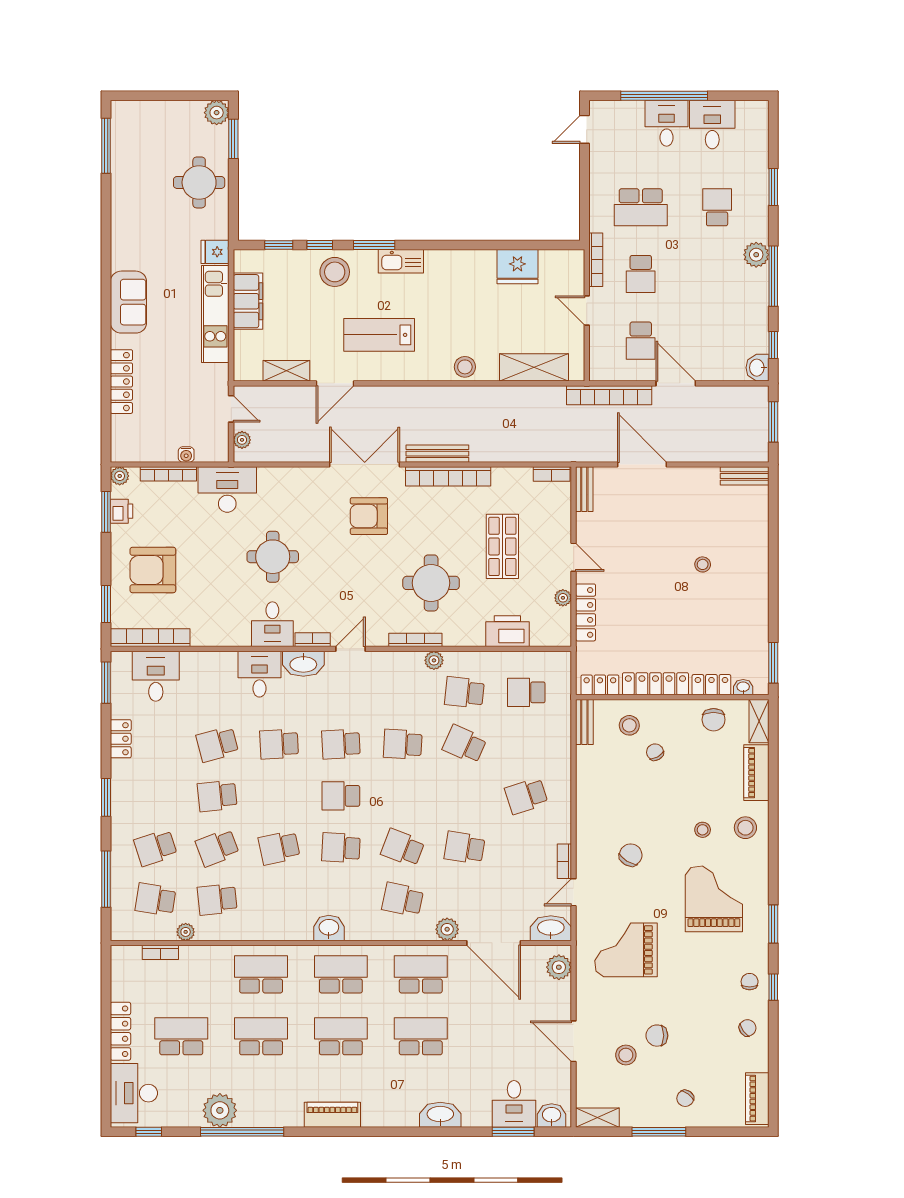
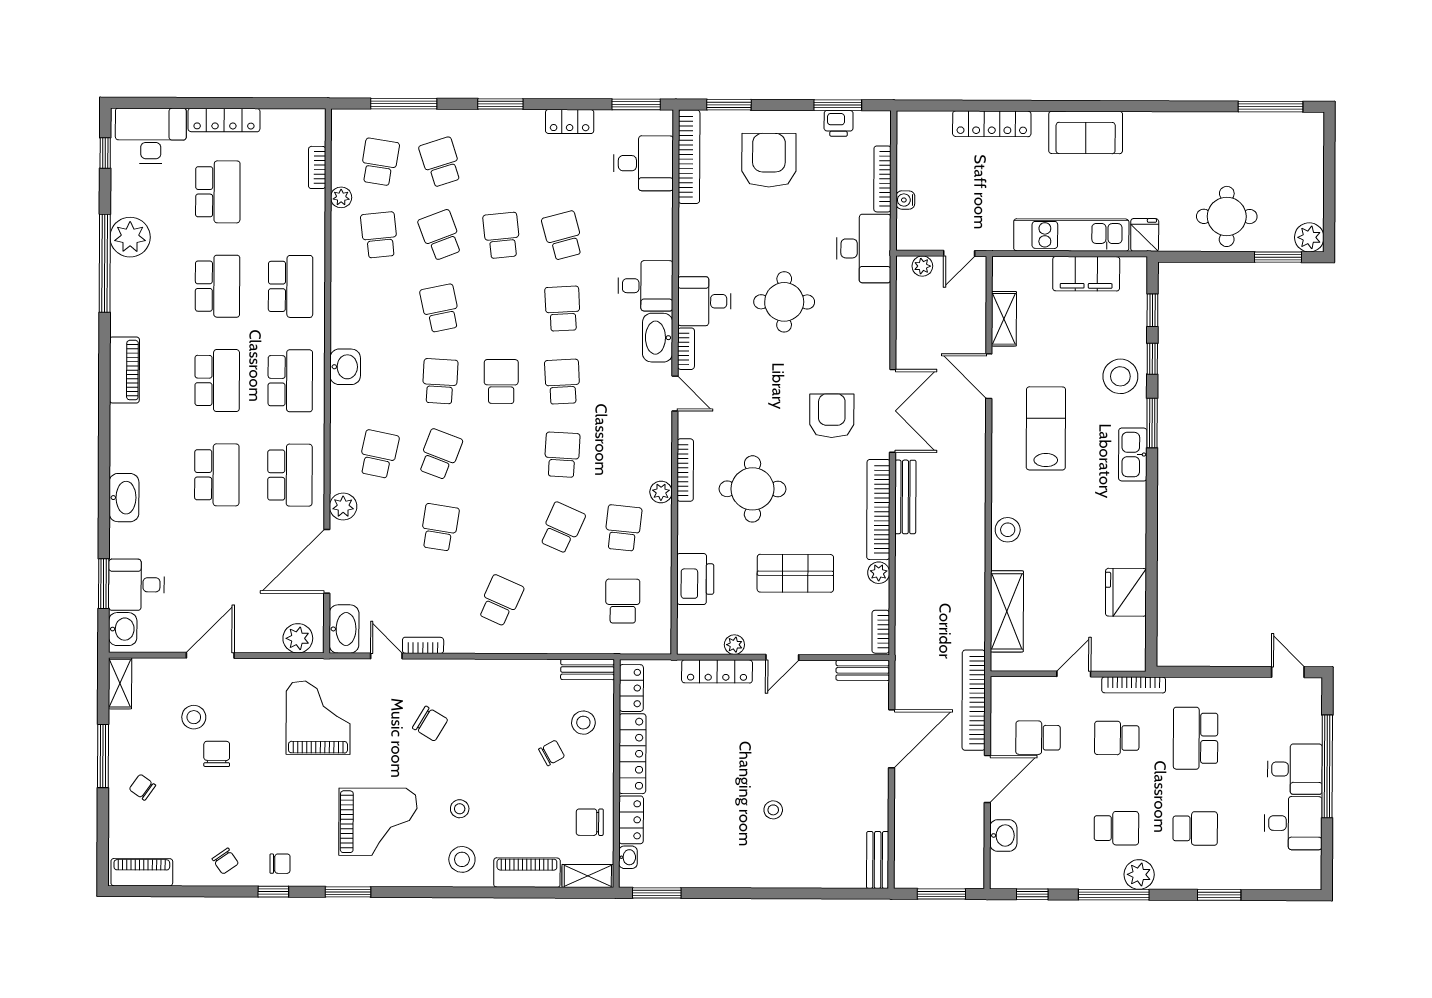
school desk: (717, 274) -> (1116, 828), added
washbasin: (757, 368) -> (1003, 835), moved, turned 90
plant: (120, 476) -> (879, 573), moved
school desk: (526, 796) -> (500, 601), turned 42

